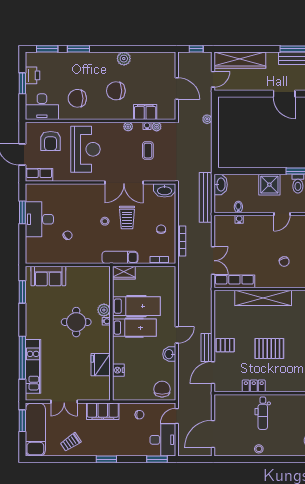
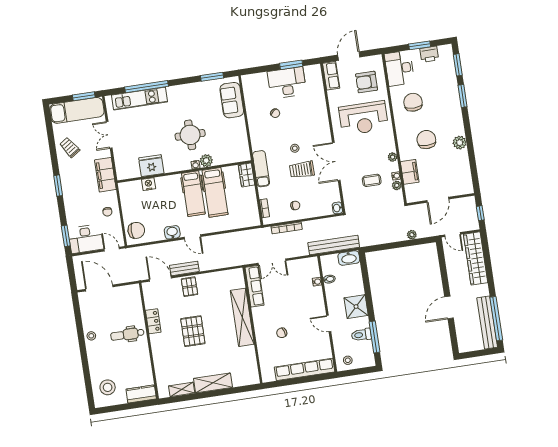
washbasin: (165, 190) -> (337, 208), width x0.52, depth x0.69

